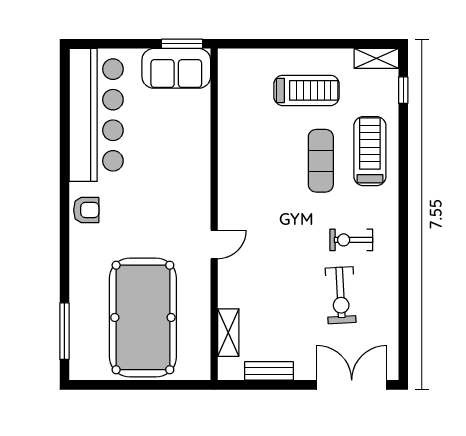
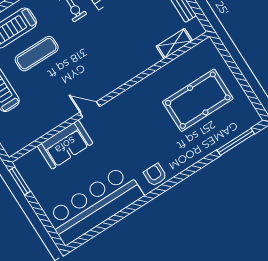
sofa: (176, 68) -> (65, 145), moved, turned 90
door: (214, 245) -> (90, 109), moved
pool table: (143, 317) -> (198, 100), width x0.73, depth x0.76

